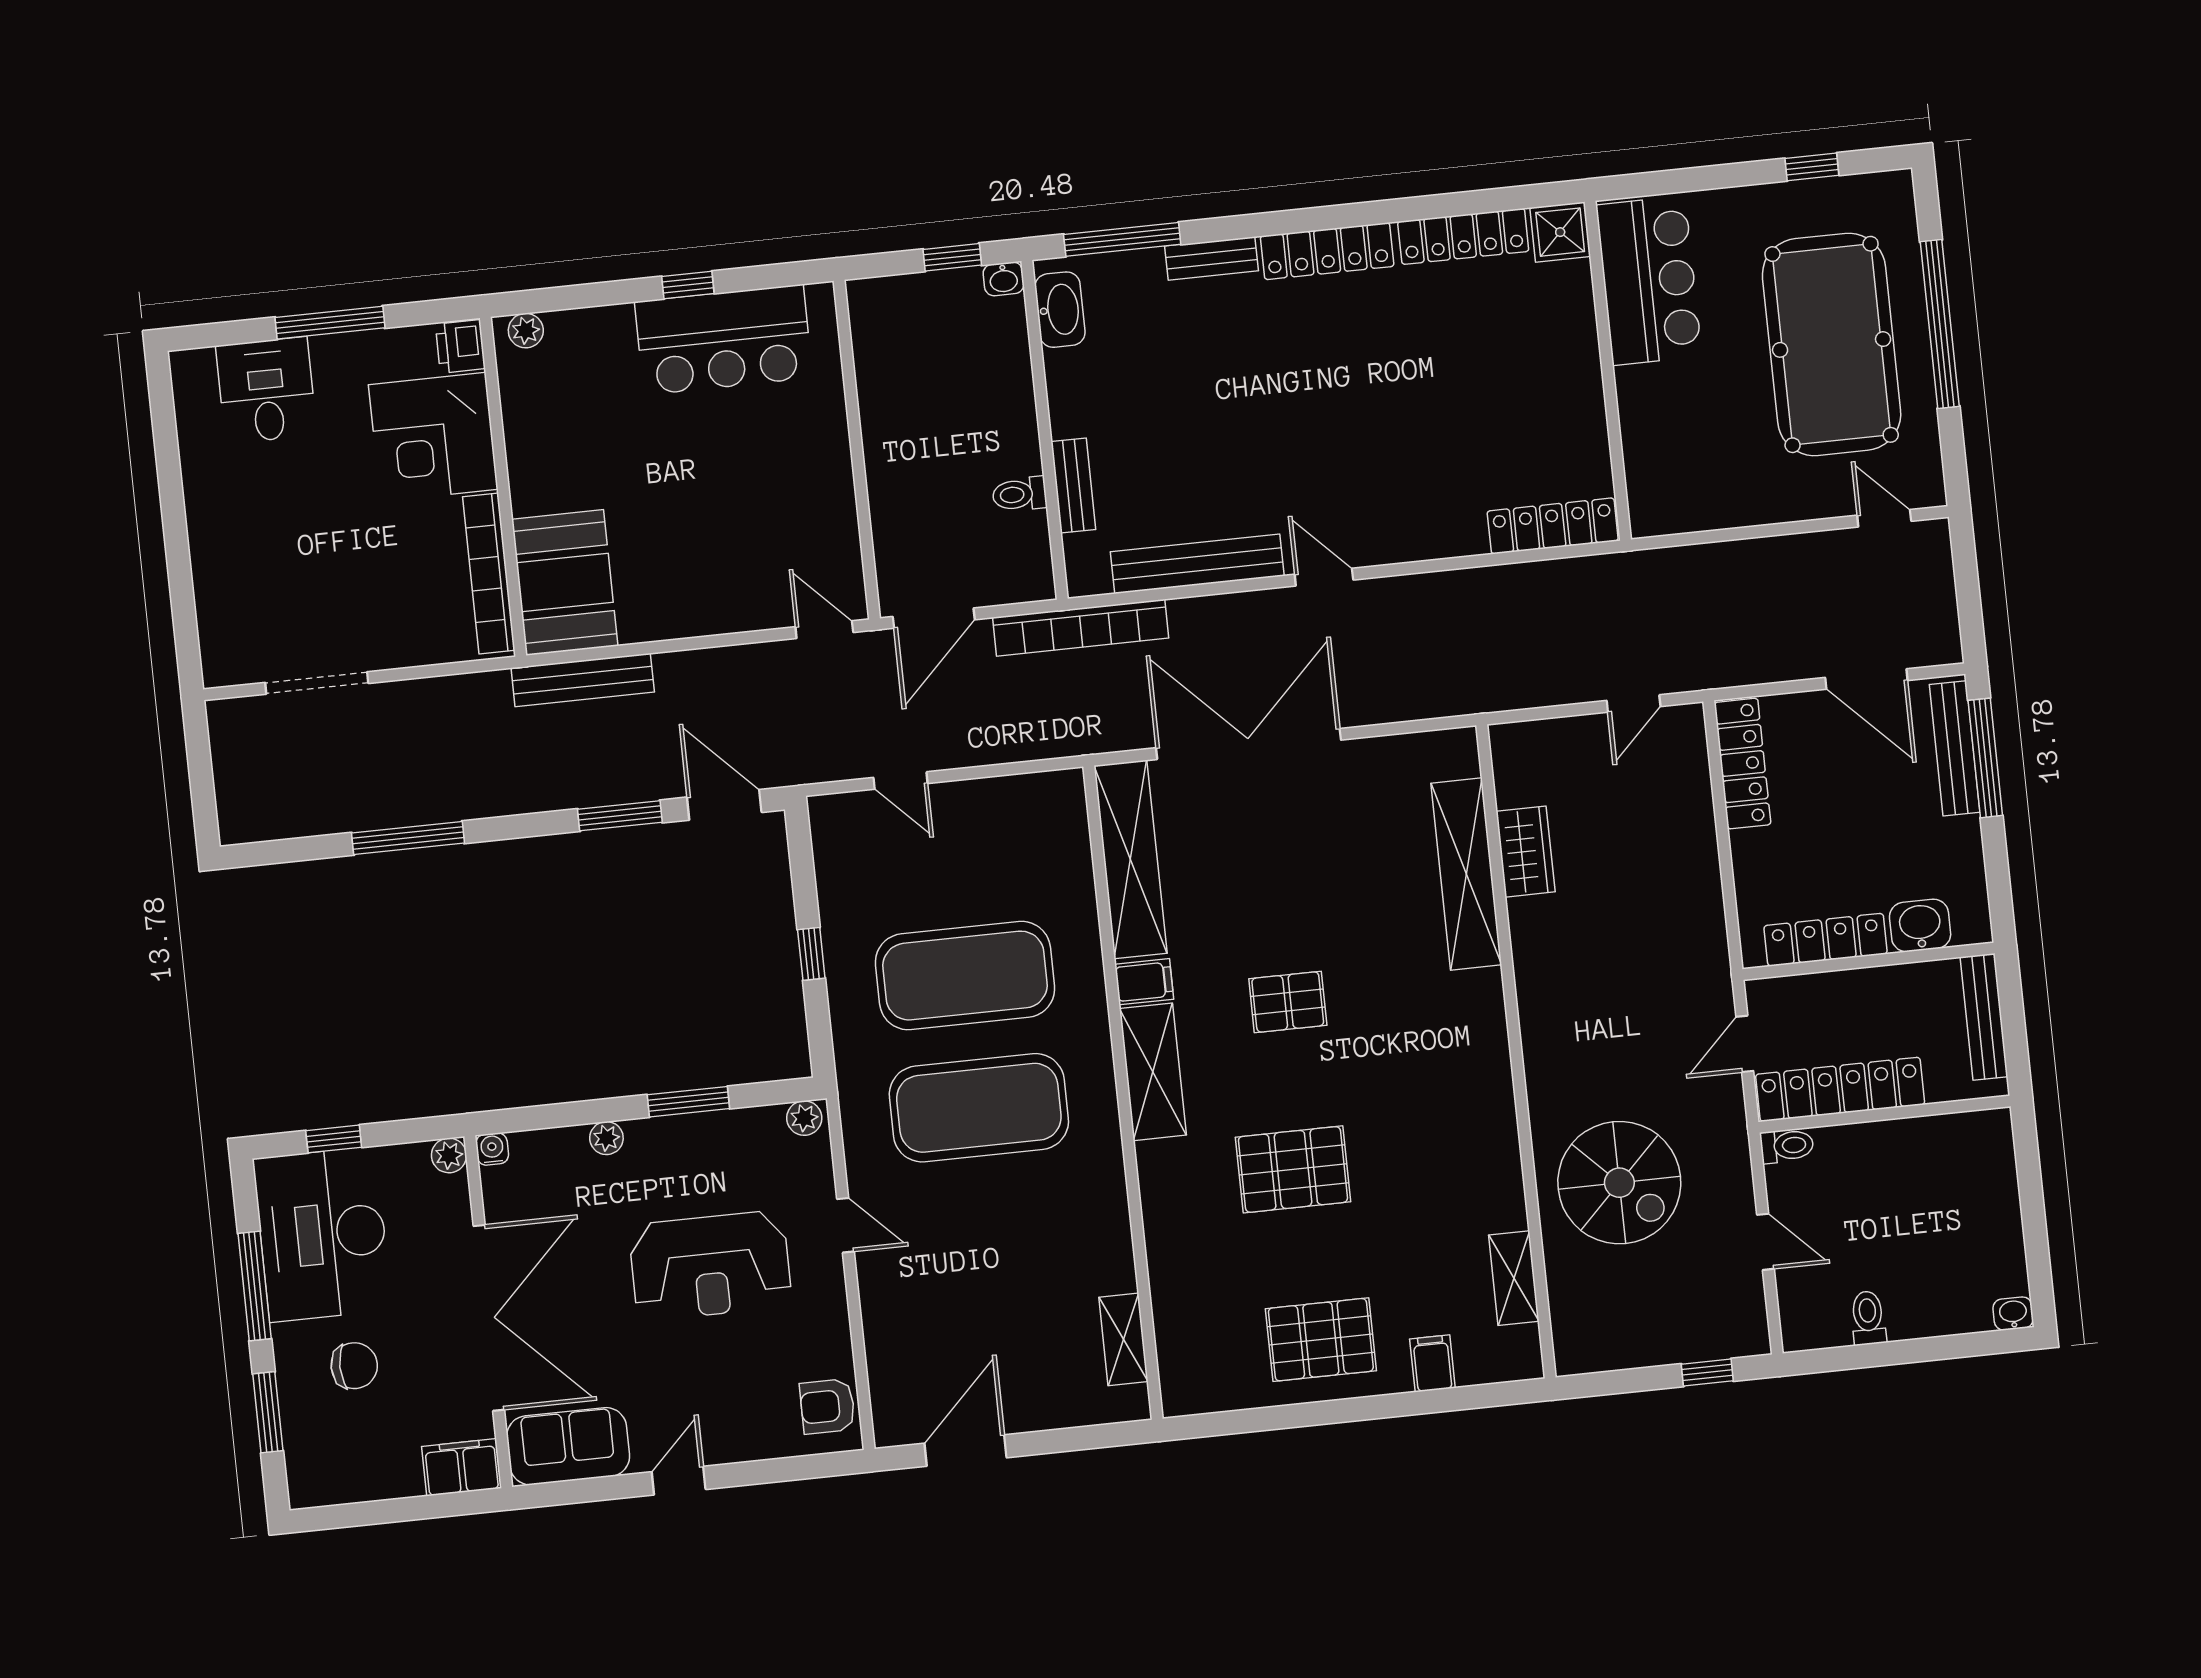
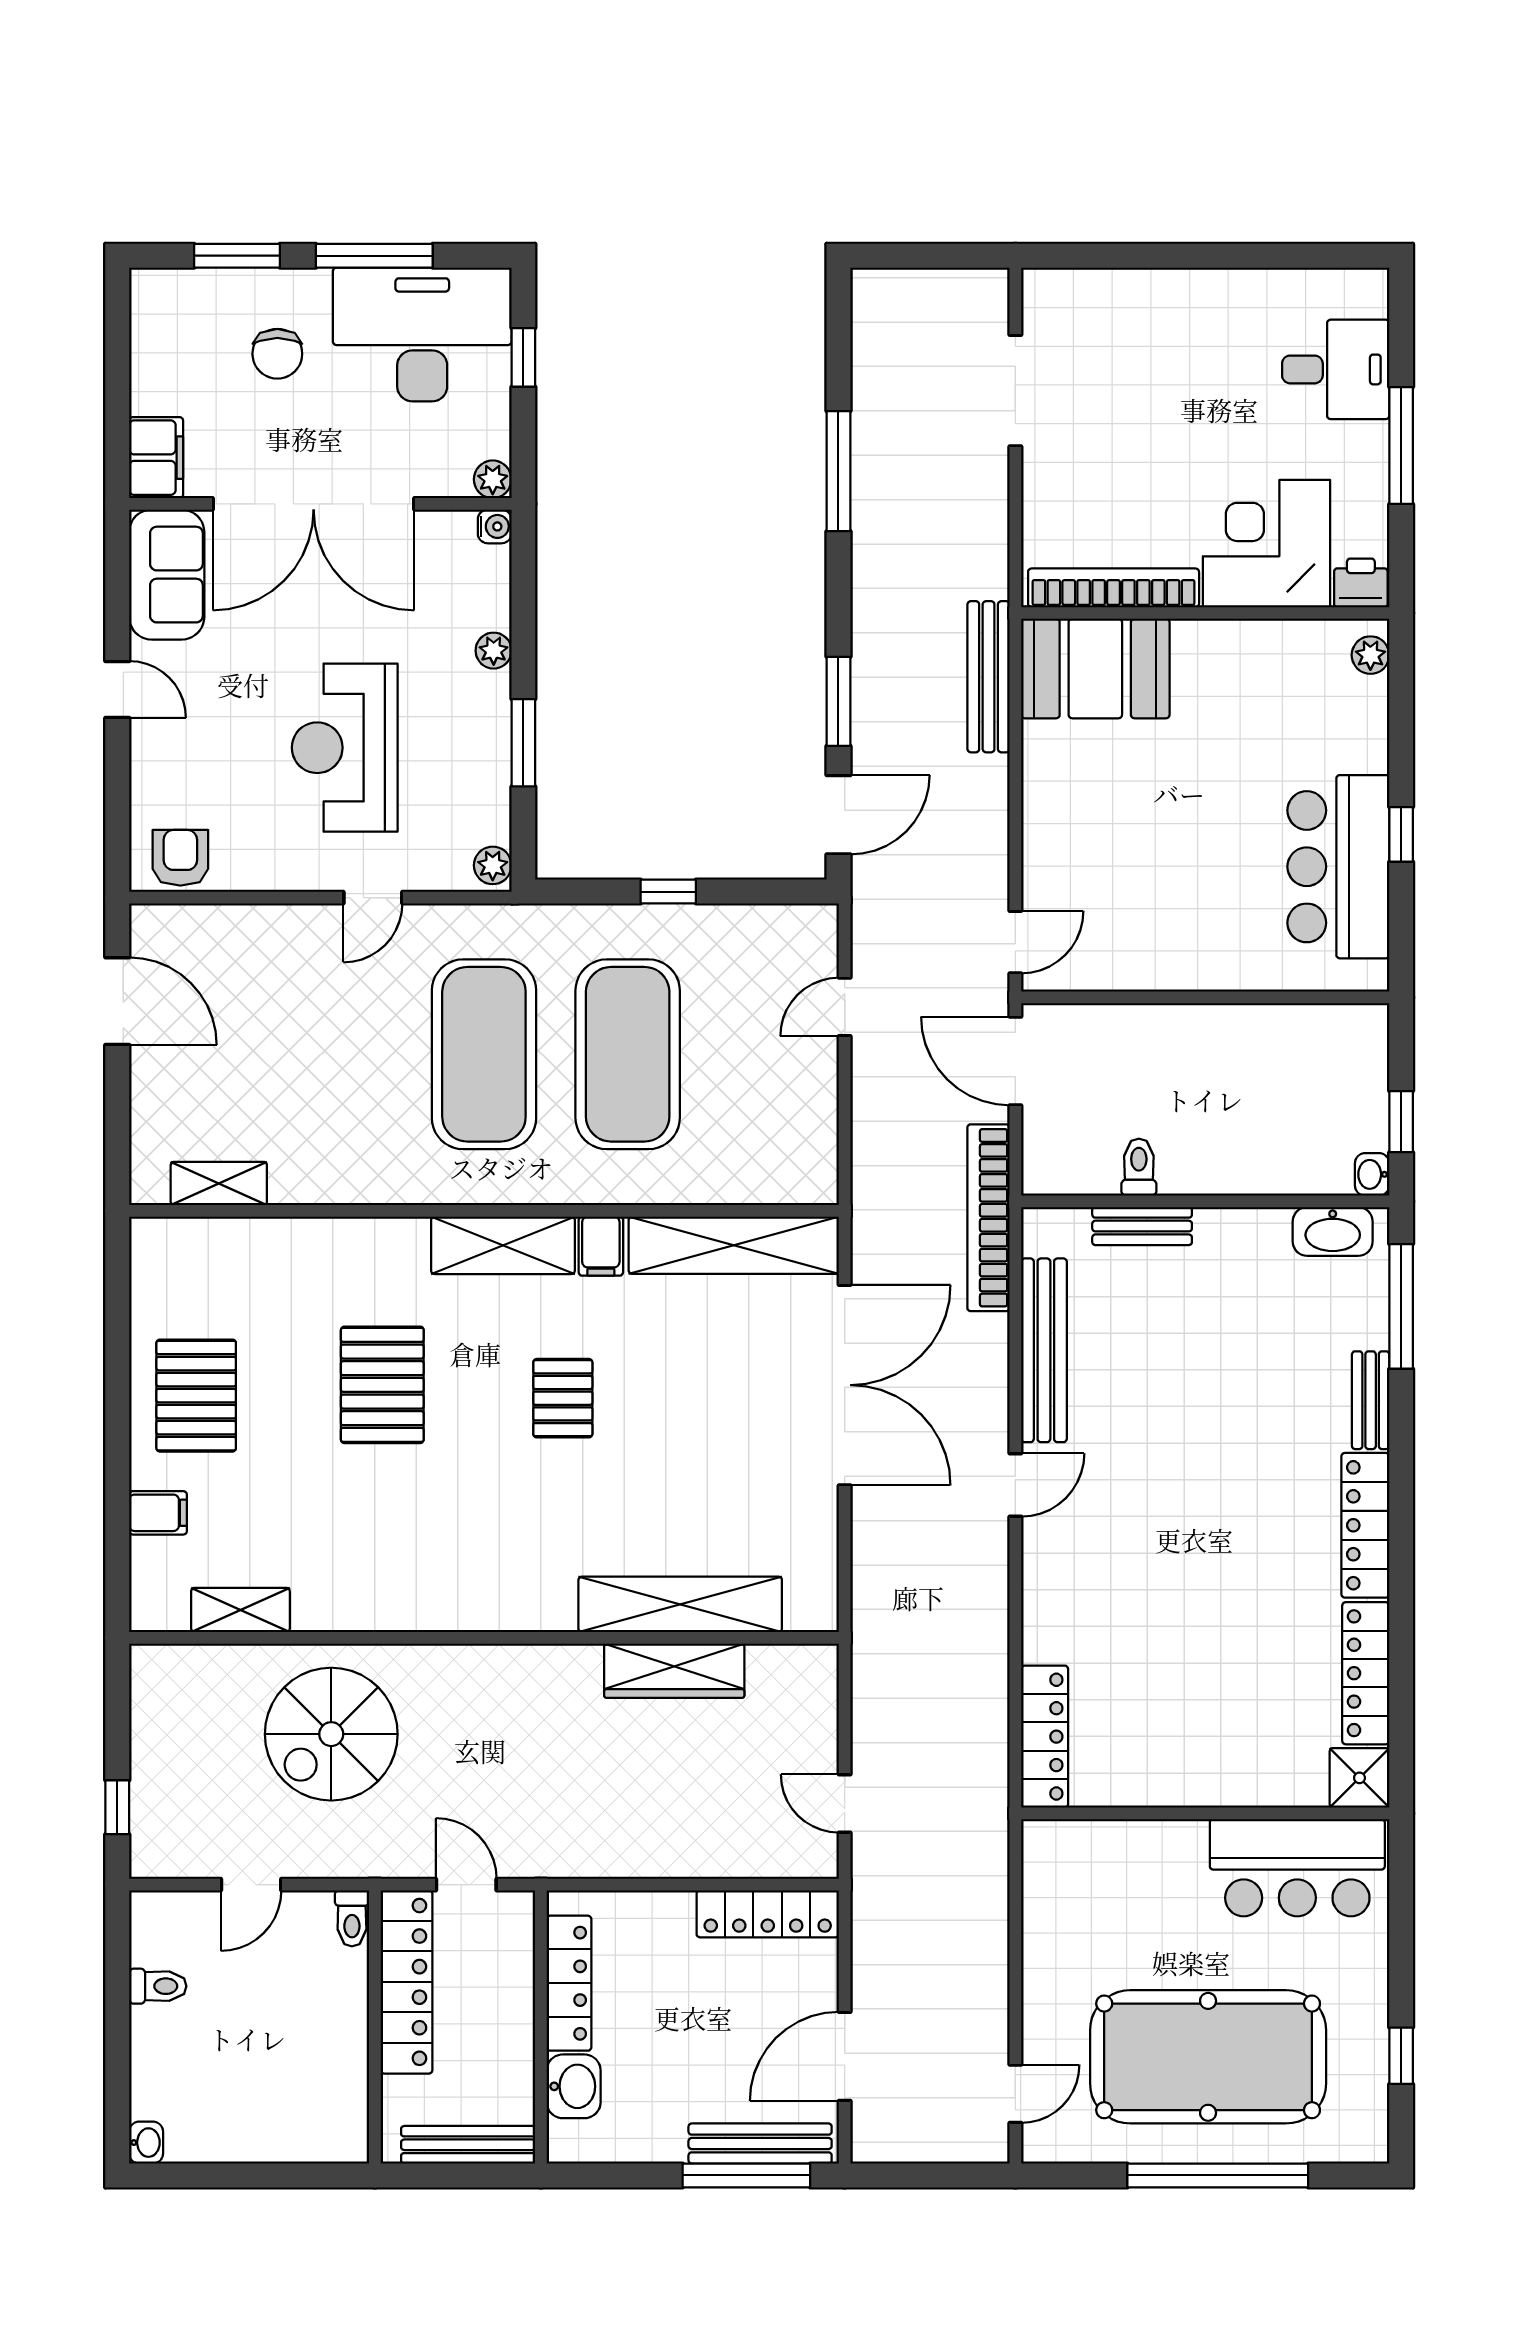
wardrobe: (1526, 852) -> (674, 1671), width x1.50

